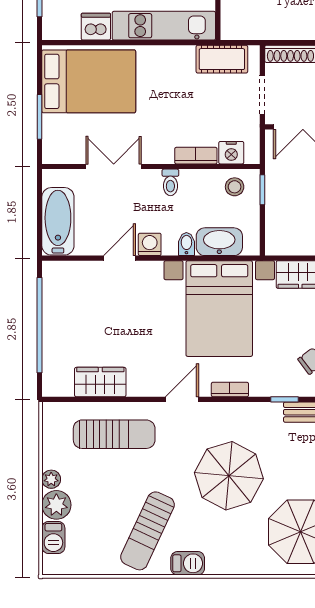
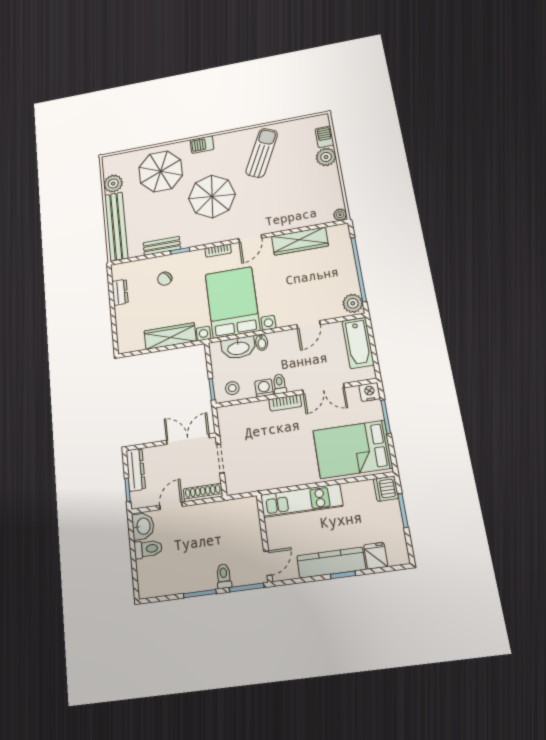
dishwasher: (96, 27) -> (386, 489), moved, turned 90
cot: (222, 59) -> (254, 481), removed
nightstand: (231, 153) -> (370, 392), moved
bookcase: (196, 156) -> (285, 403), moved
washing machine: (150, 244) -> (264, 388), moved, turned 180
plant: (56, 278) -> (353, 303), added
wardrobe: (100, 382) -> (300, 241), width x1.50
sun lounger: (114, 434) -> (294, 208), removed
plant: (51, 479) -> (340, 215), moved
barbecue: (188, 563) -> (202, 144), moved

